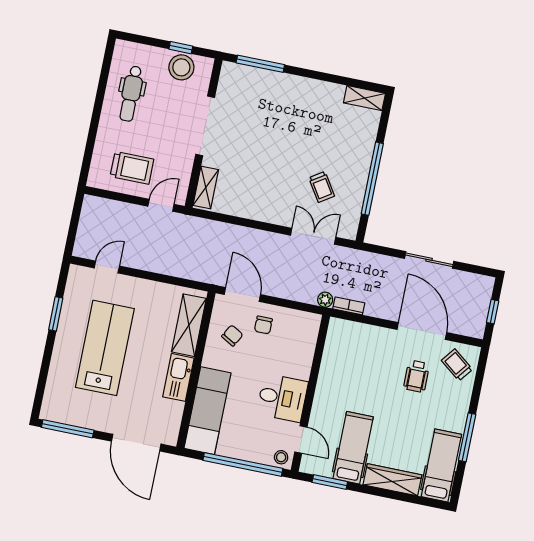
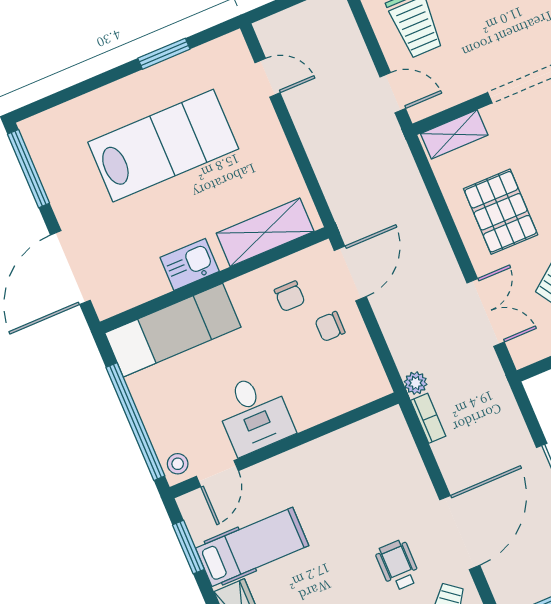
pallet: (264, 191) -> (501, 212), added
chair: (232, 335) -> (290, 296), turned 61
wheelchair: (416, 376) -> (398, 565), turned 90
kitchen sink: (178, 377) -> (190, 264), width x0.73

